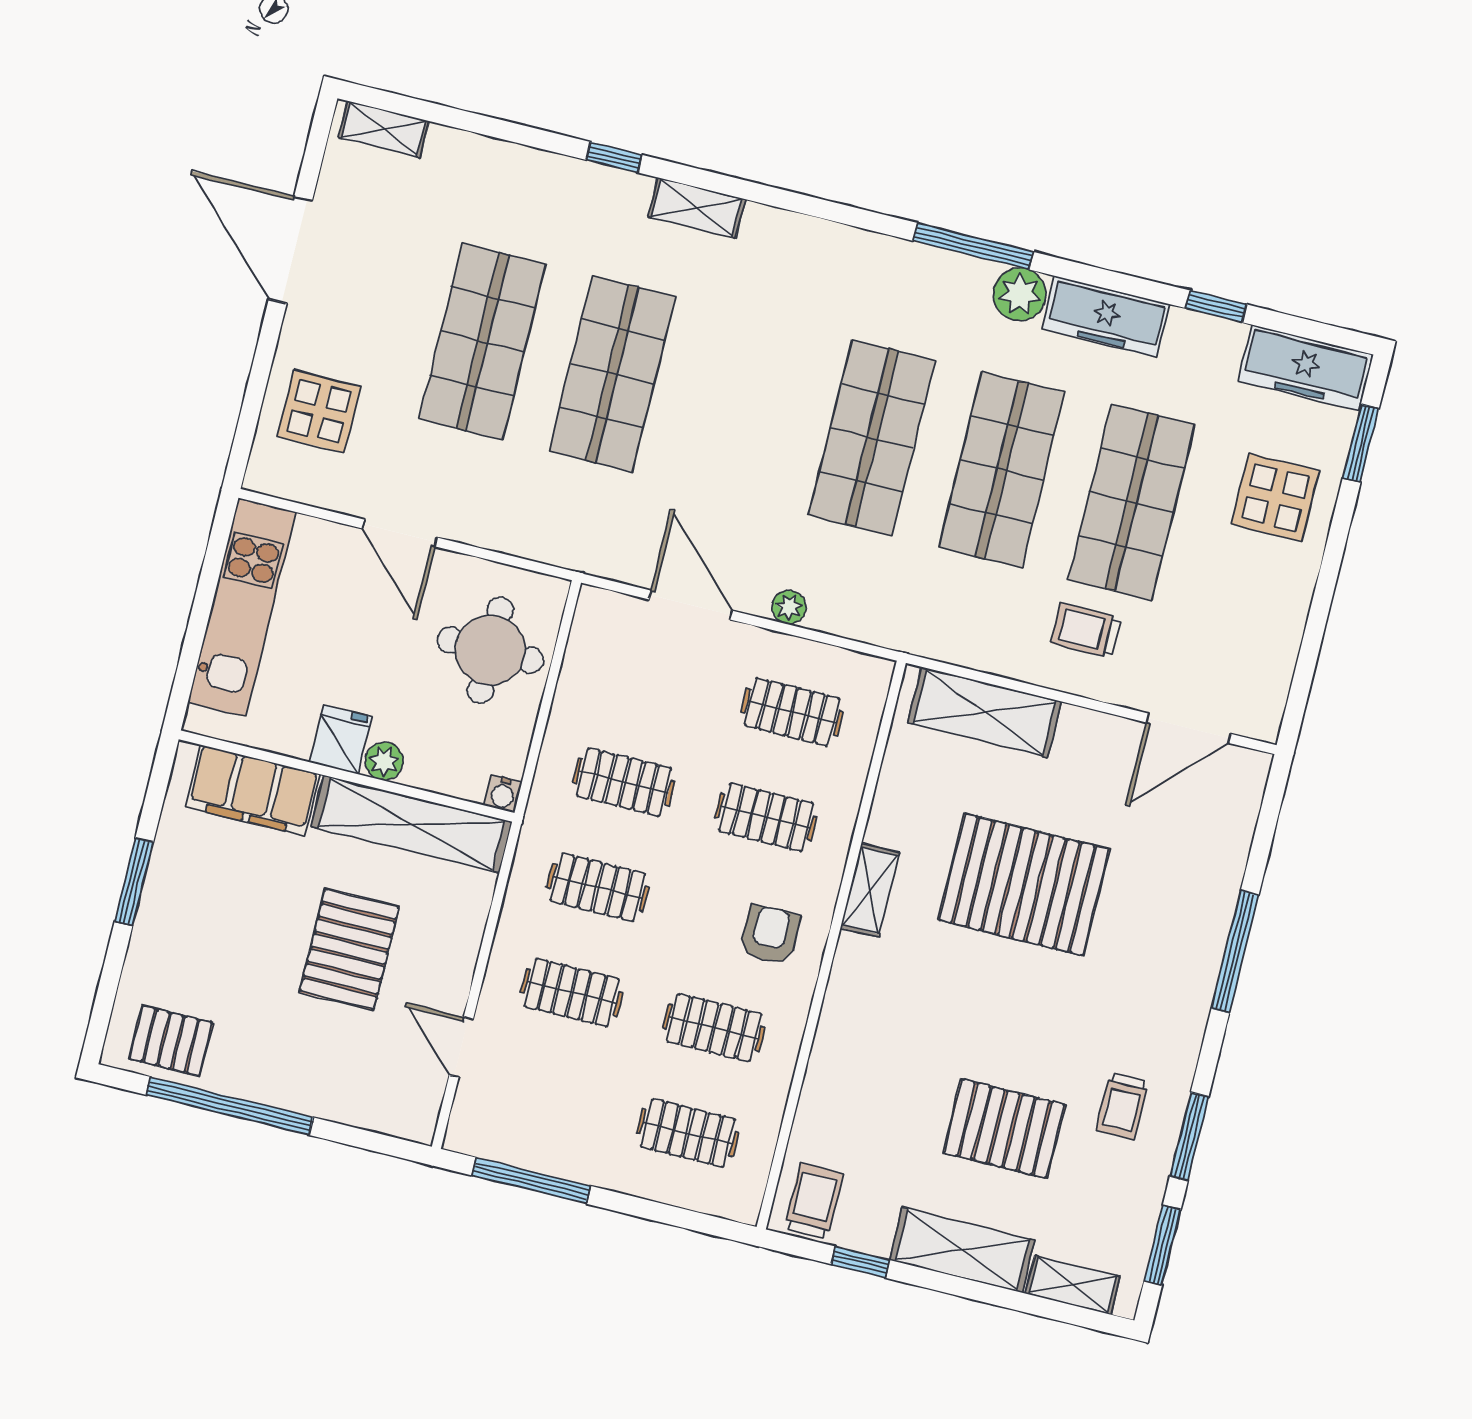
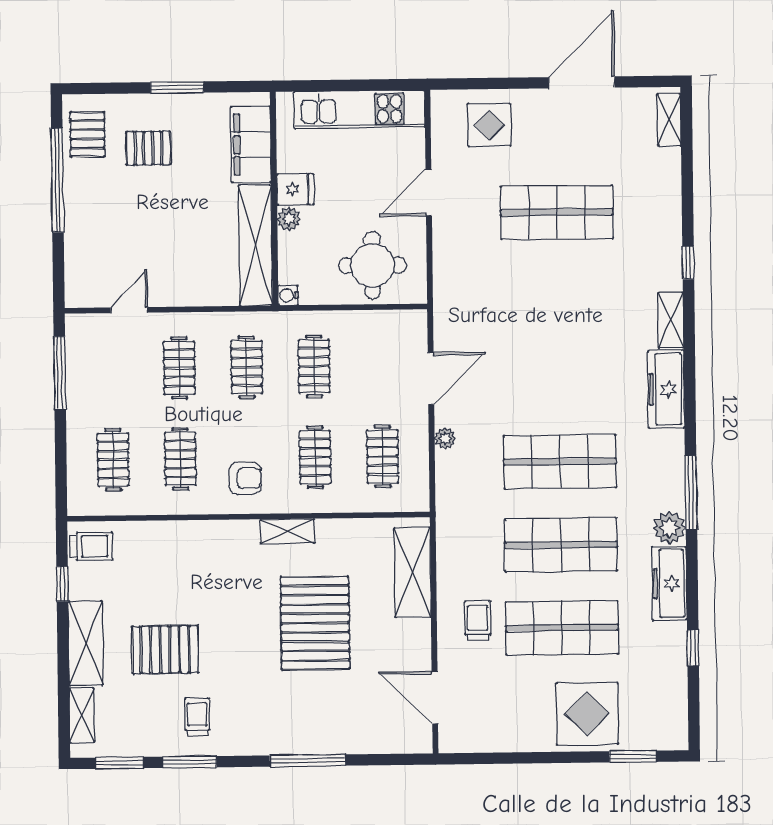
freezer: (1305, 368) -> (666, 389), moved
shop shelf: (612, 374) -> (558, 295), removed
display table: (1275, 497) -> (587, 714), width x1.36, depth x1.36
pallet: (349, 949) -> (148, 148), moved, width x0.67, depth x0.71
trolley: (1122, 1106) -> (197, 717), turned 90
pallet: (1004, 1129) -> (165, 650), turned 90

